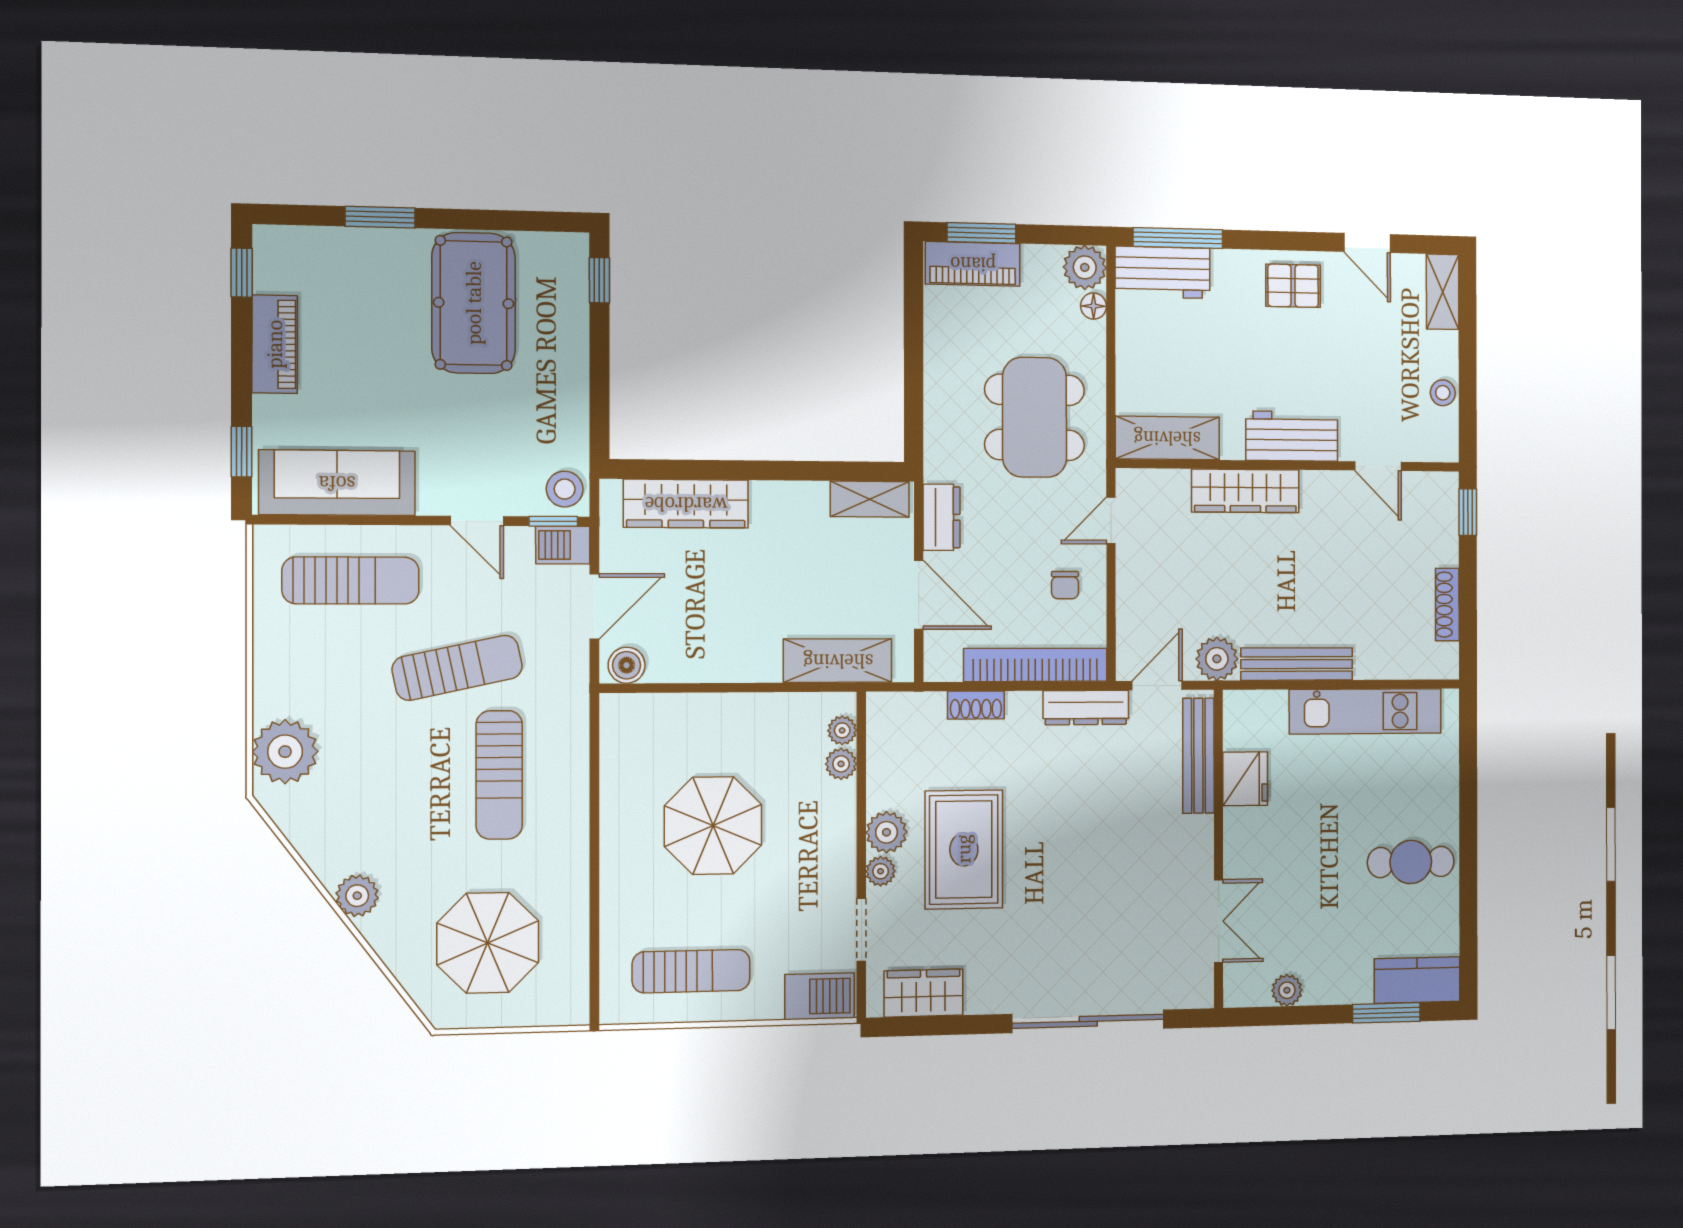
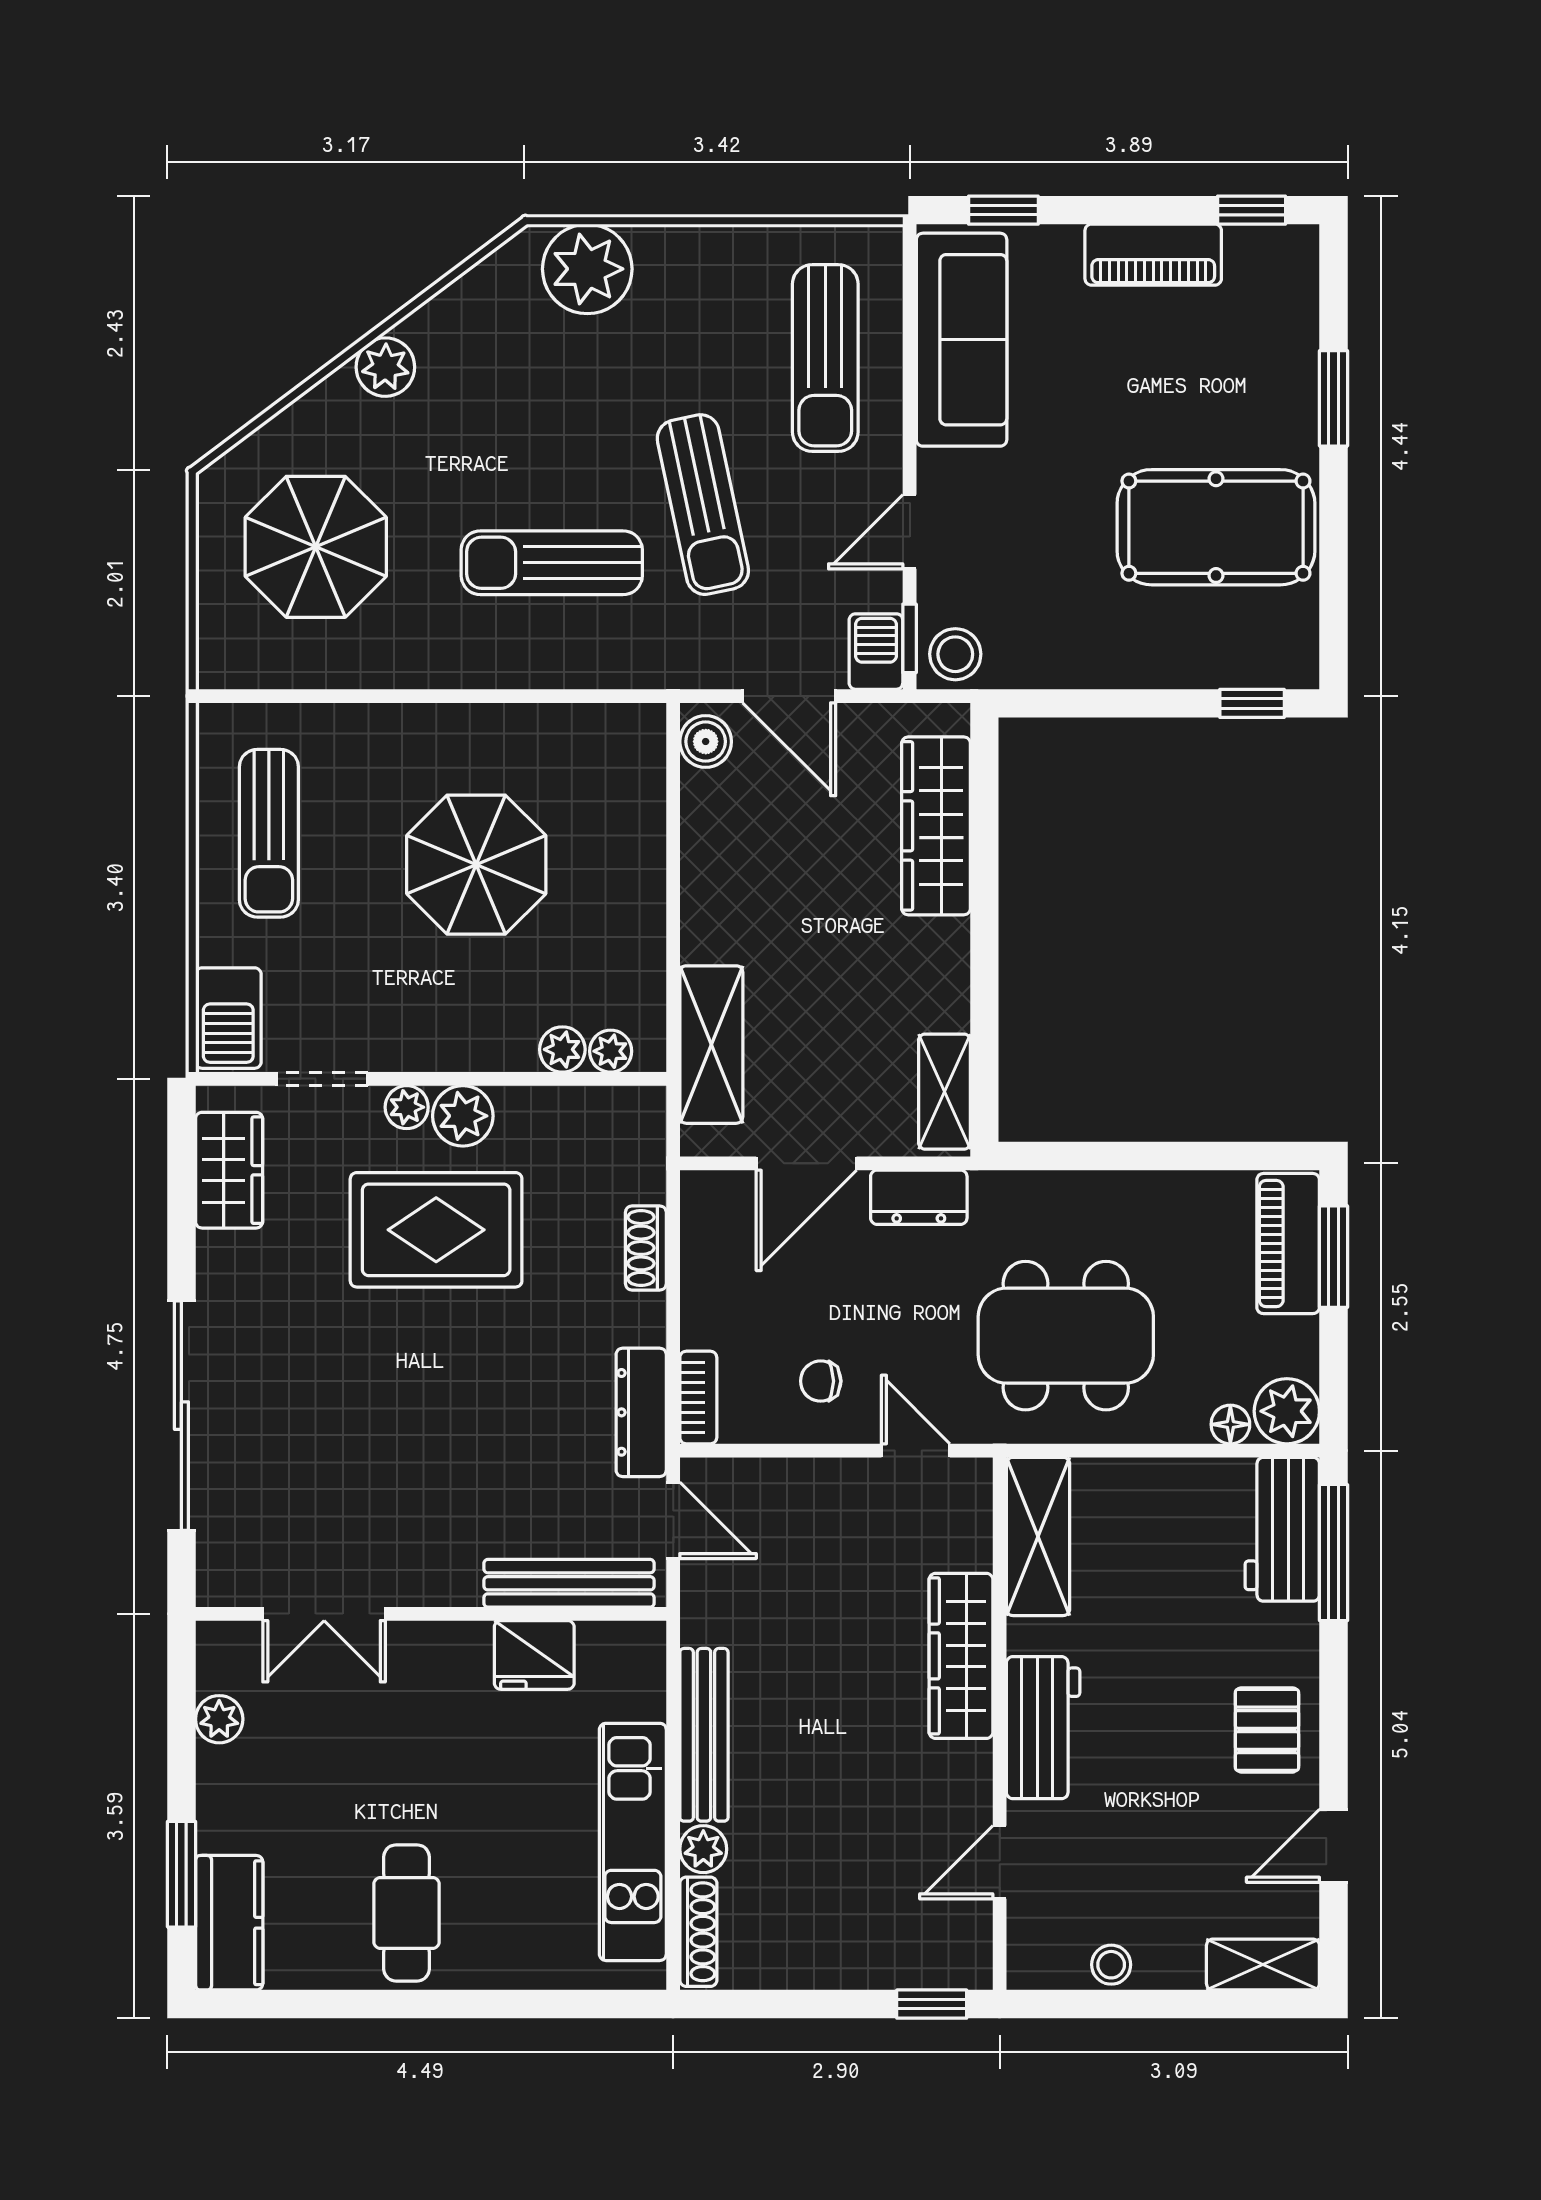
shoe rack: (1447, 605) -> (698, 1932), moved, turned 90
plant: (1217, 659) -> (703, 1849), moved, width x0.73, depth x0.73
bookcase: (1035, 665) -> (698, 1398), width x0.43, depth x0.76

